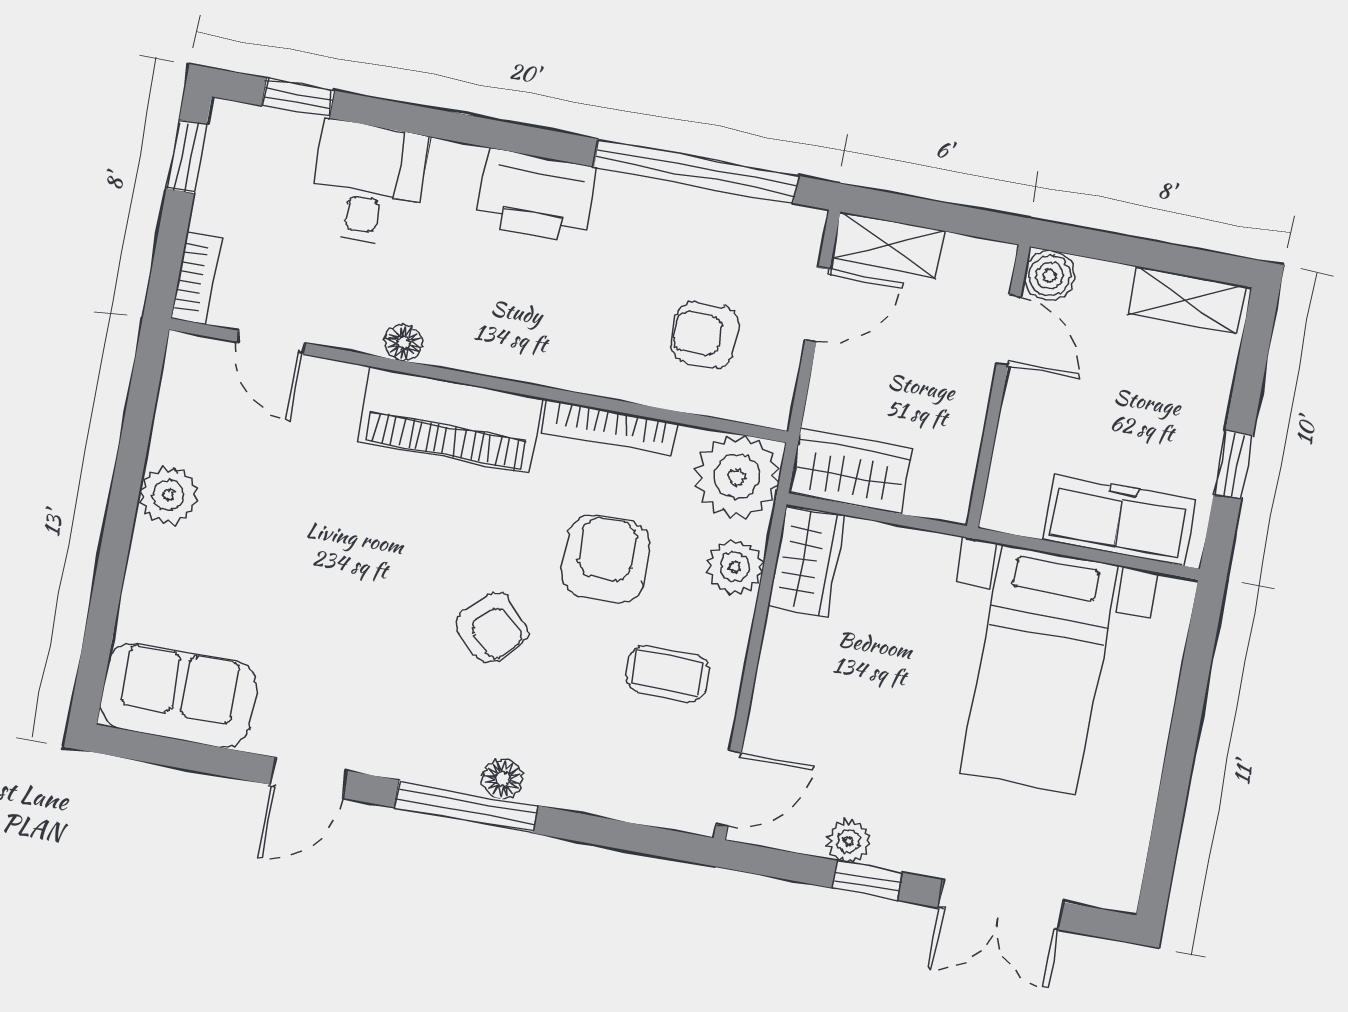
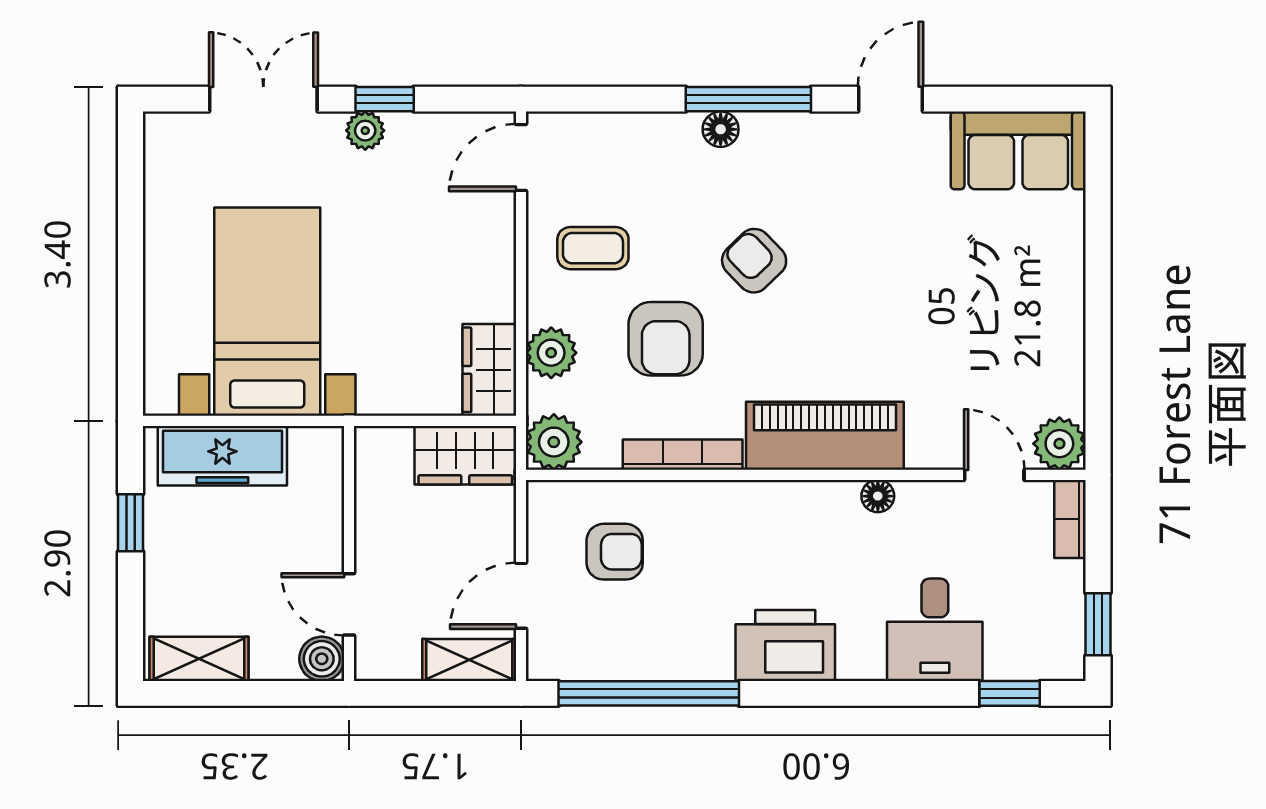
plant: (737, 477) -> (554, 442), width x0.73, depth x0.73
plant: (168, 495) -> (1059, 444), moved
plant: (848, 841) -> (365, 131), moved

